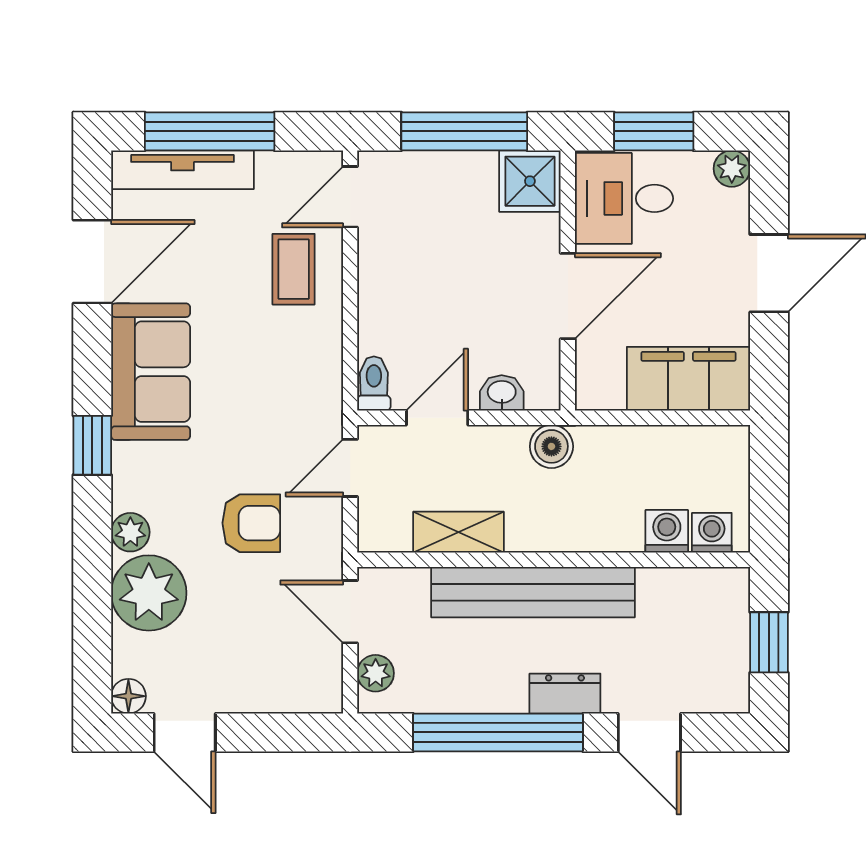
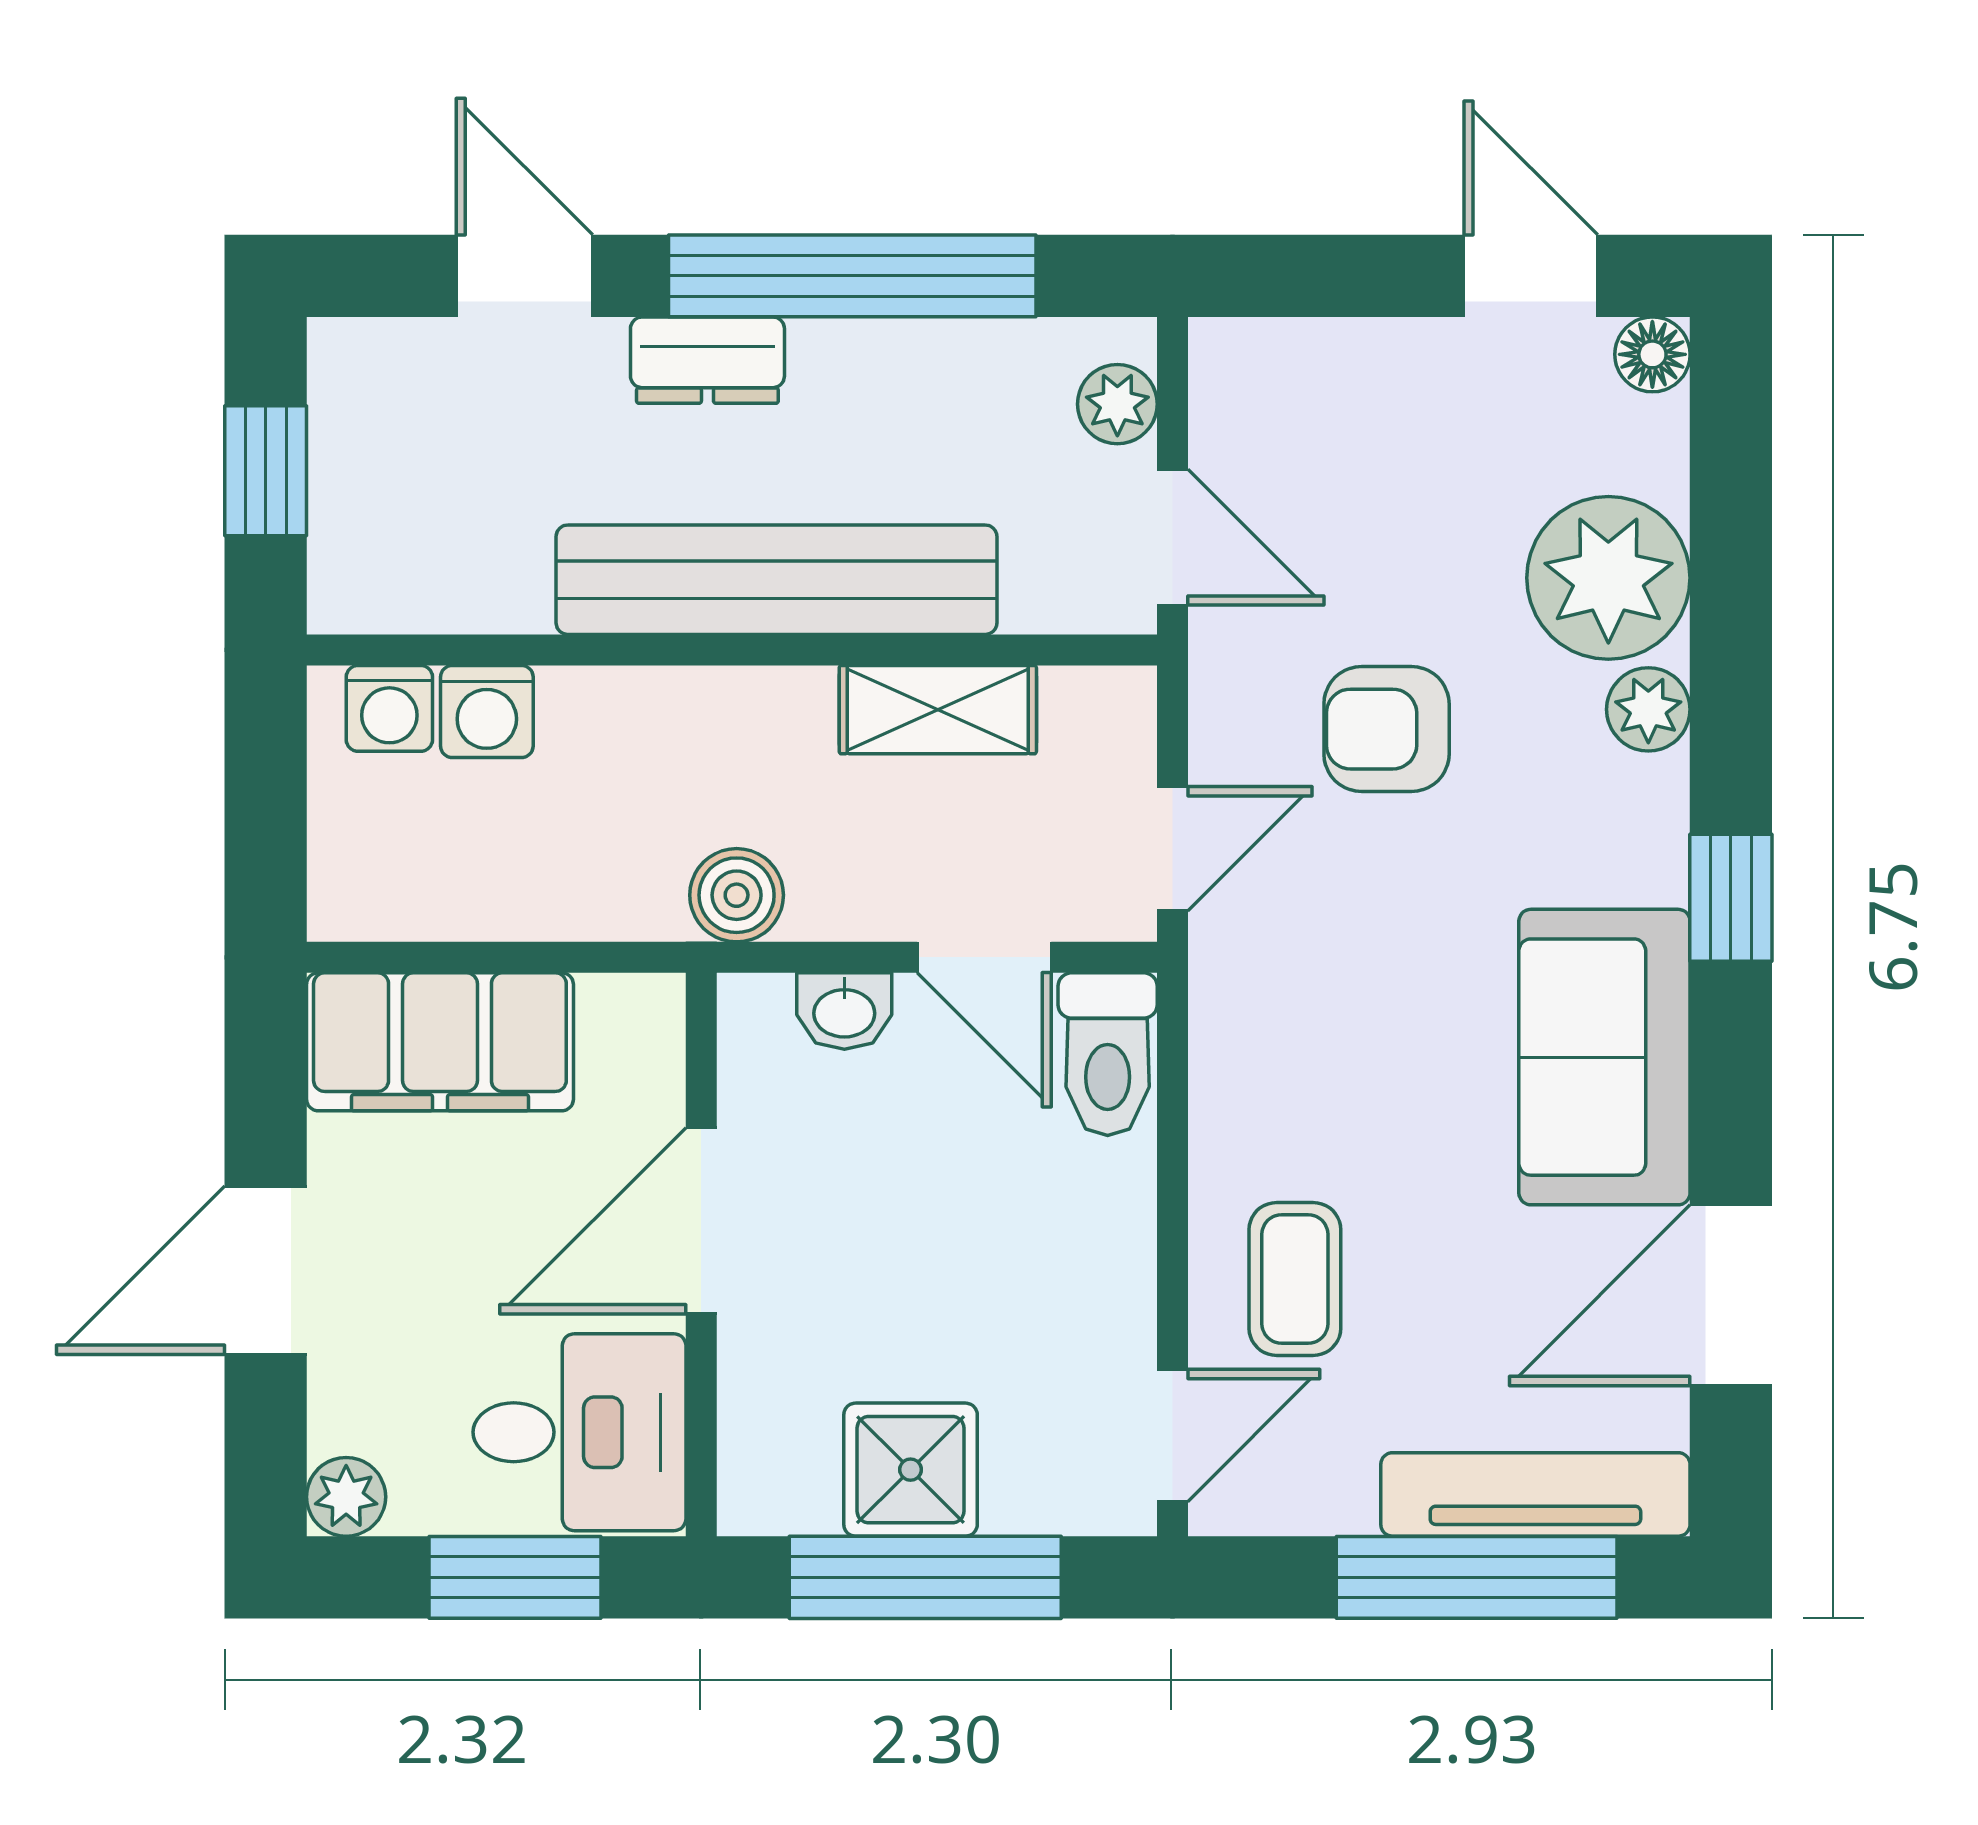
shower: (530, 181) -> (911, 1470), moved
toilet: (374, 383) -> (1108, 1054), width x1.37, depth x1.39
door: (437, 418) -> (984, 957), hinge flipped

